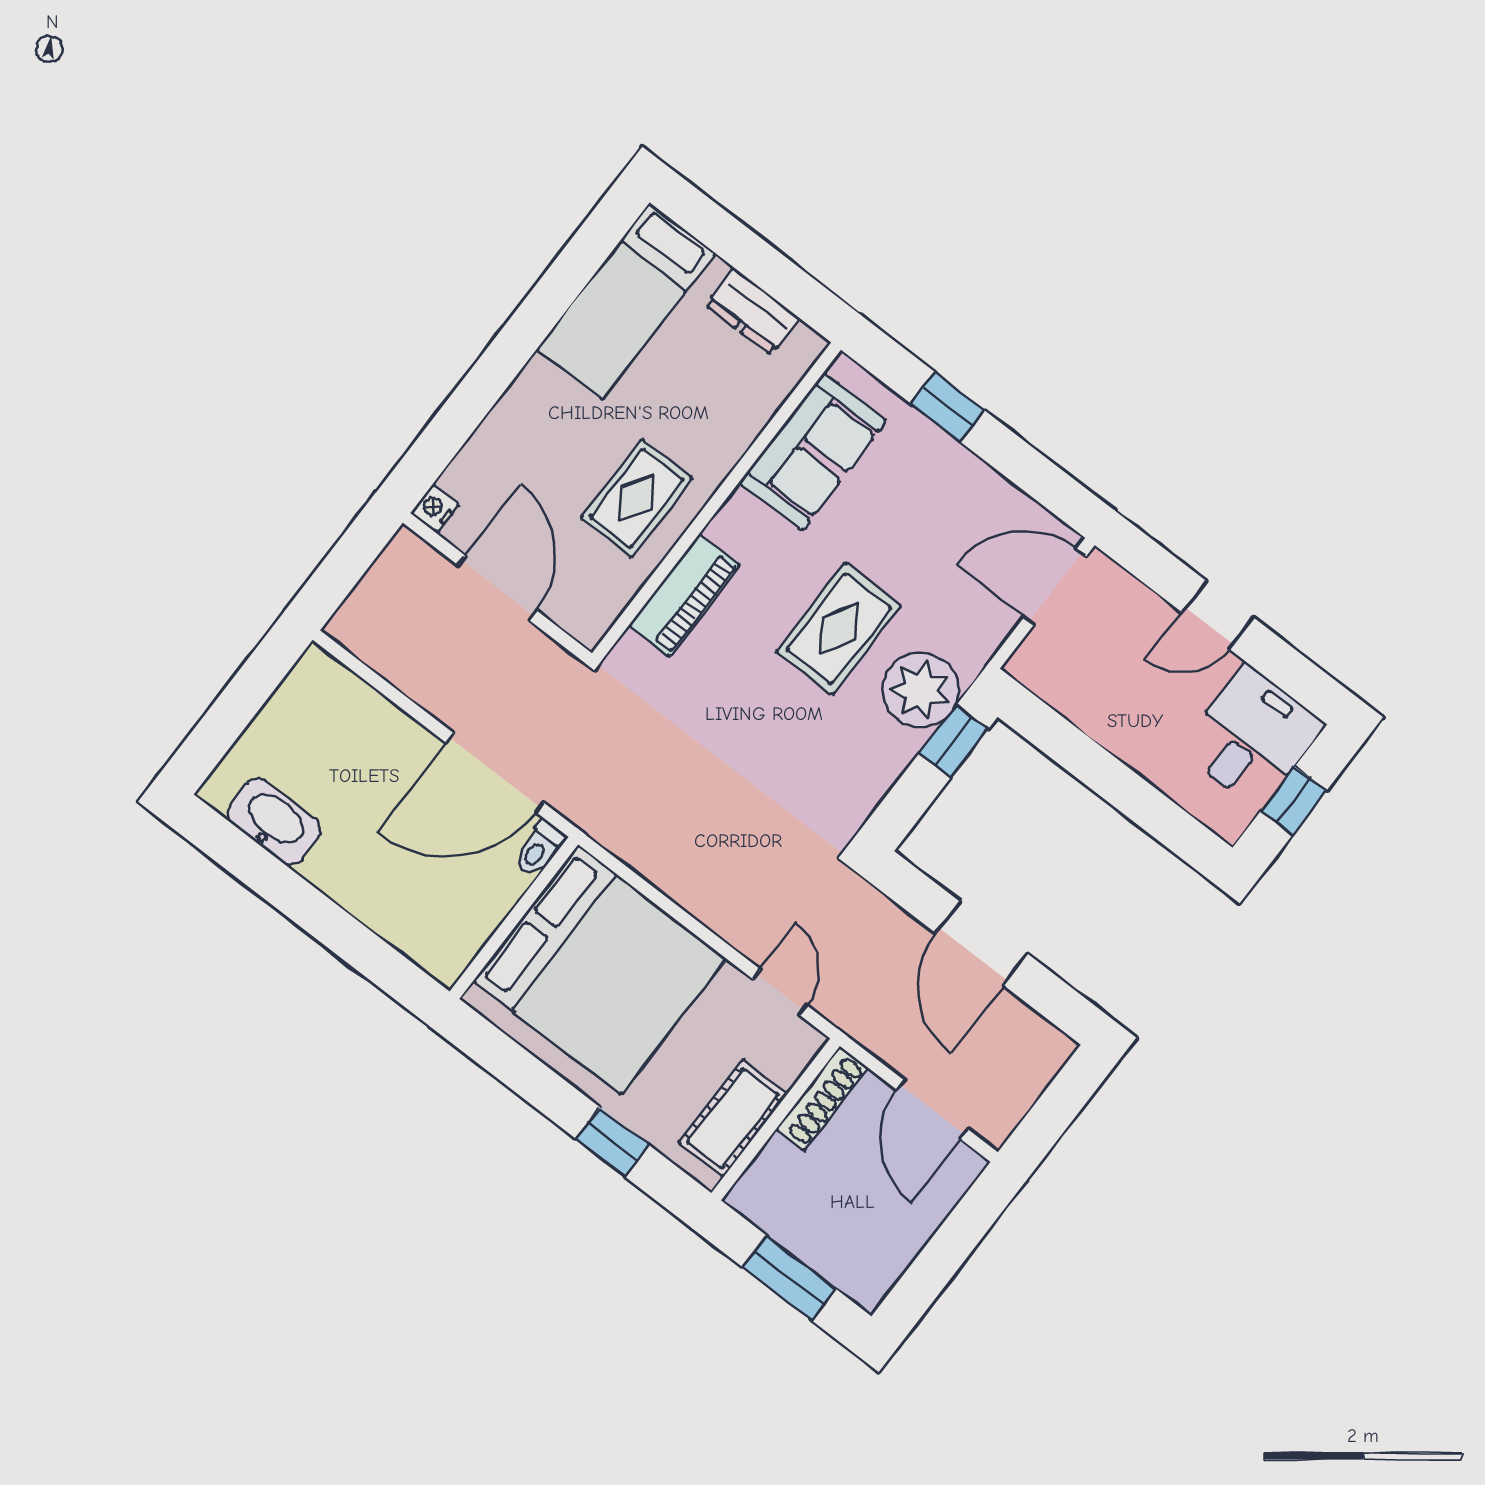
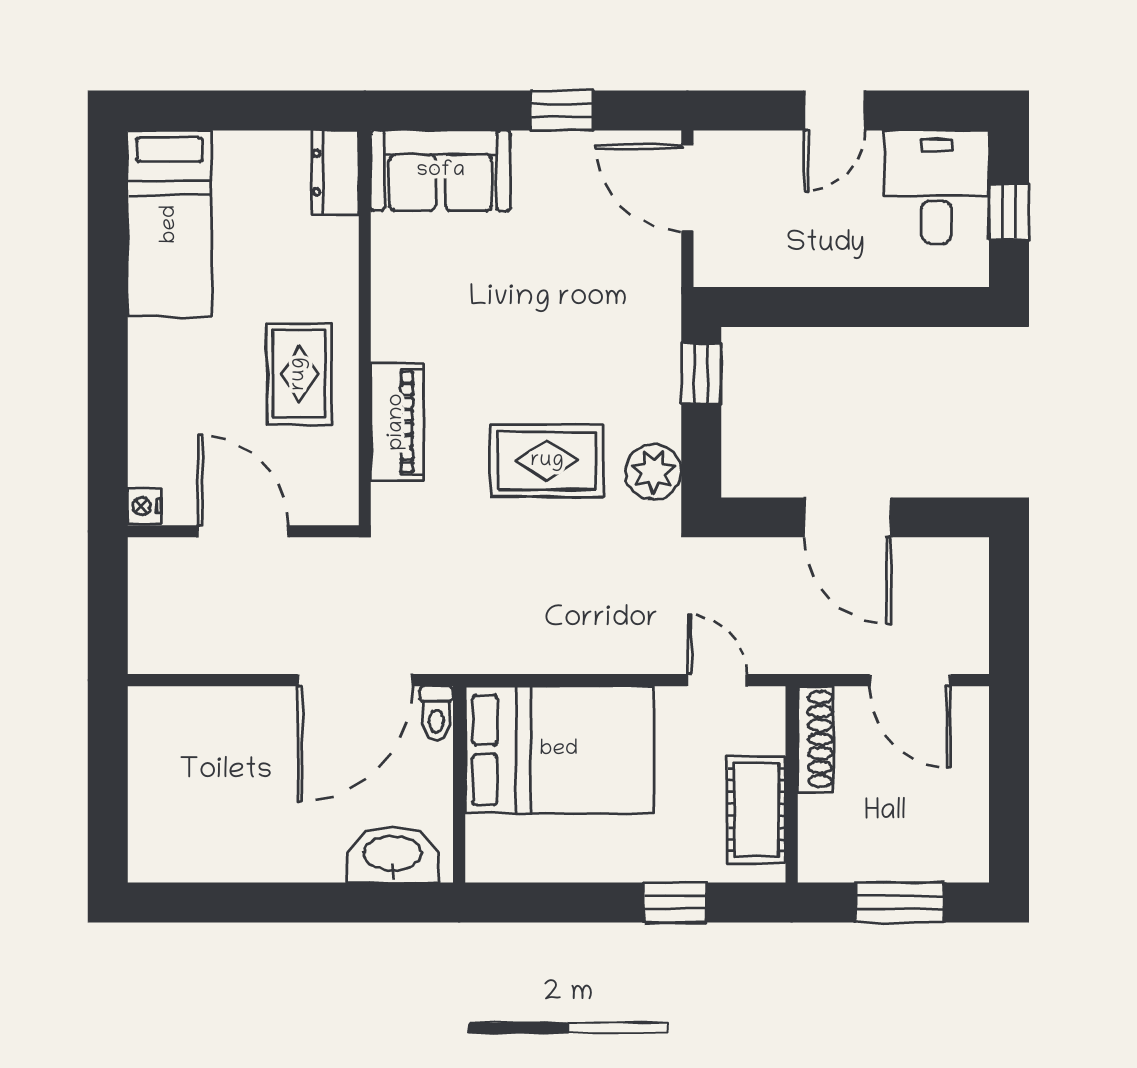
dresser: (753, 311) -> (335, 173), moved, turned 90
window: (948, 407) -> (562, 110), moved
sofa: (813, 452) -> (441, 171), moved, turned 90
door: (1055, 587) -> (687, 188), hinge flipped
rug: (839, 629) -> (547, 461), moved, turned 90
plant: (921, 690) -> (654, 472), moved, width x0.73, depth x0.73
washbasin: (274, 822) -> (393, 855), moved
bed: (600, 970) -> (559, 750), width x0.73

